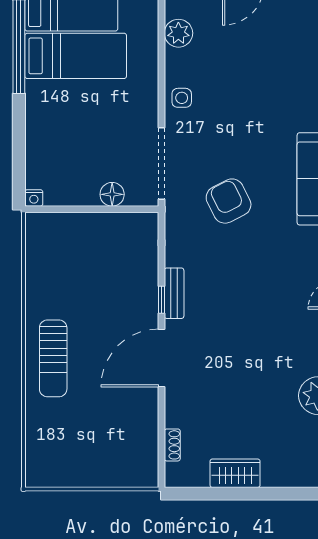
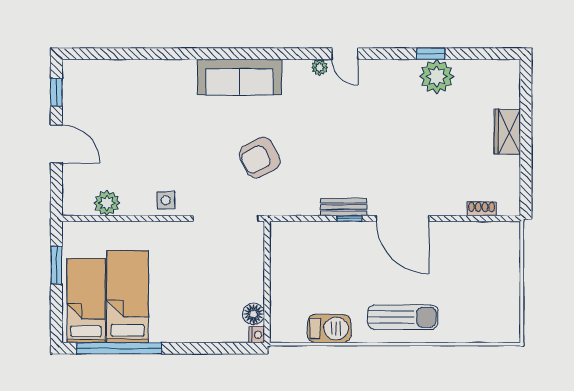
floor lamp: (112, 194) -> (254, 314), moved
barbecue: (41, 277) -> (329, 329), added
wardrobe: (235, 473) -> (507, 132), moved

